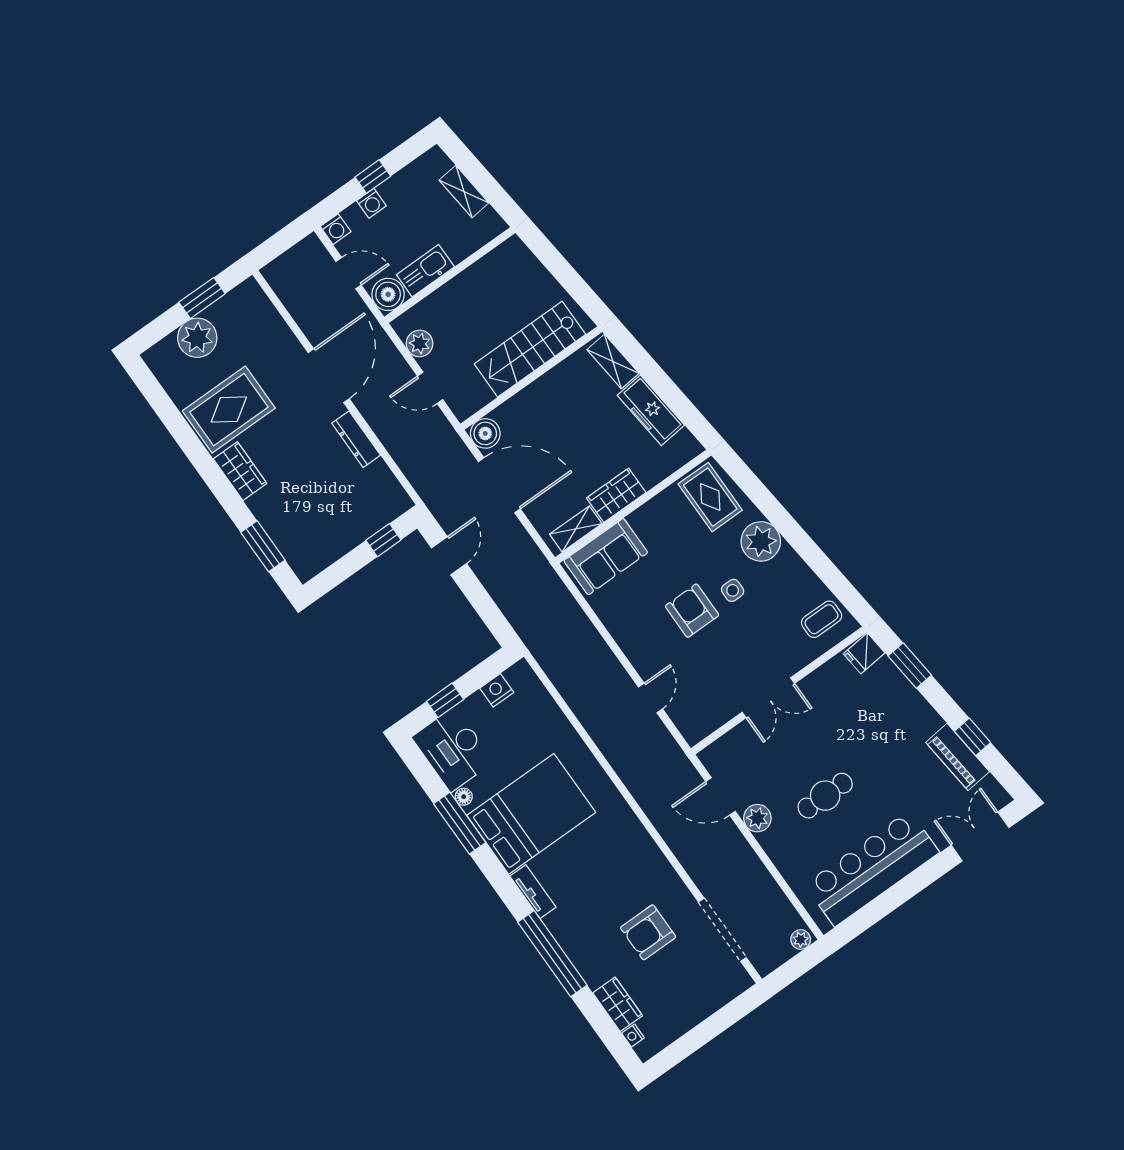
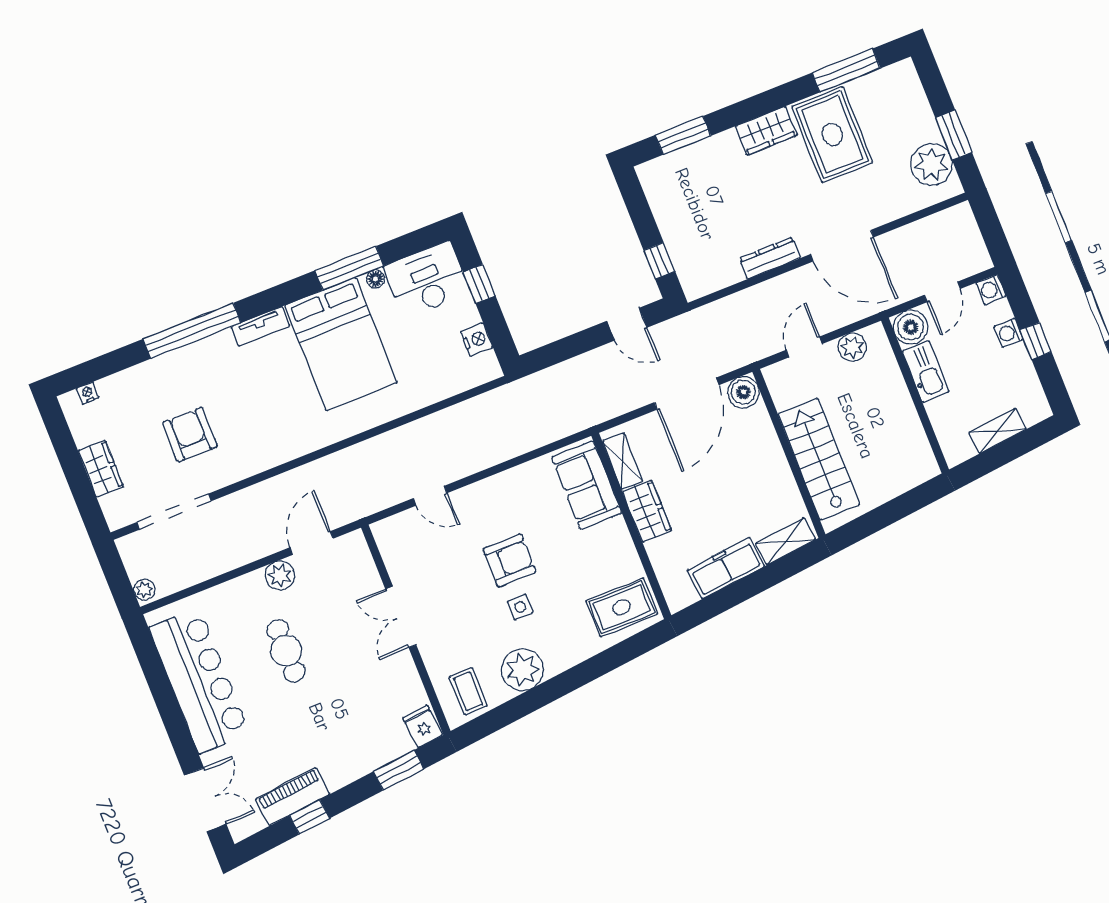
plant: (197, 338) -> (932, 164), moved
window: (167, 411) -> (846, 71), added
plant: (761, 541) -> (522, 670), moved
wardrobe: (618, 1004) -> (101, 469), moved, turned -90

